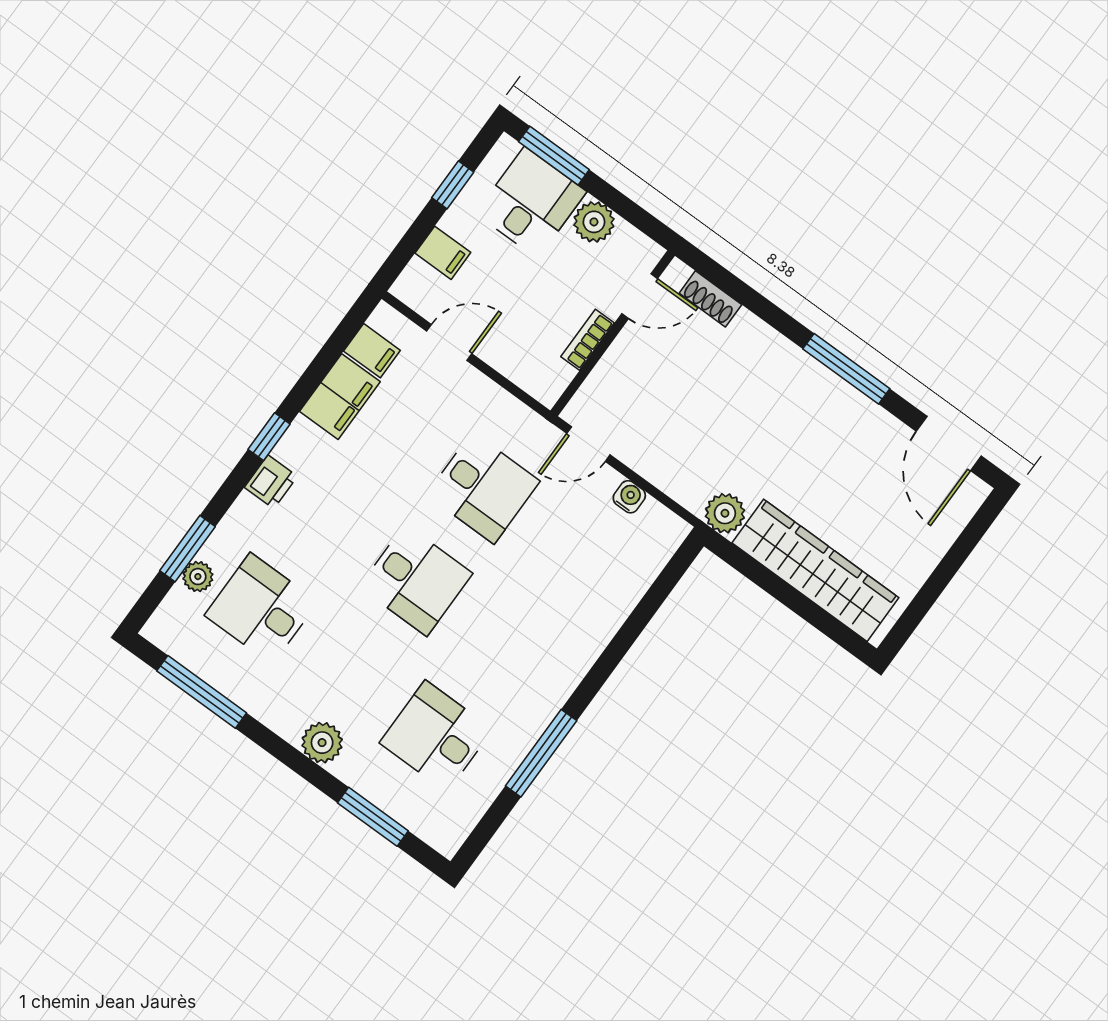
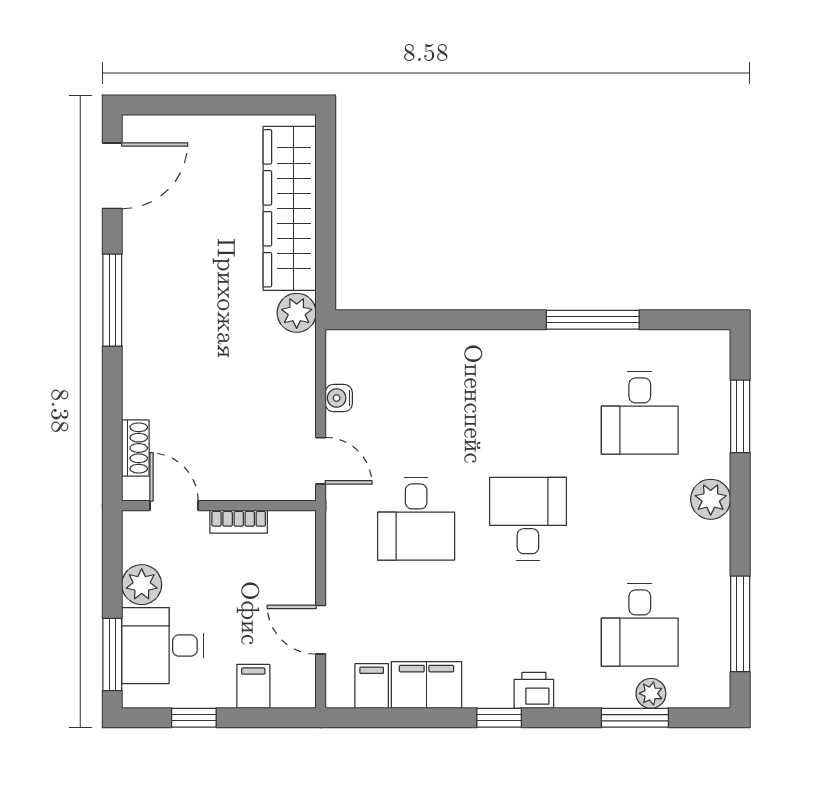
desk: (483, 488) -> (416, 519), turned 180

